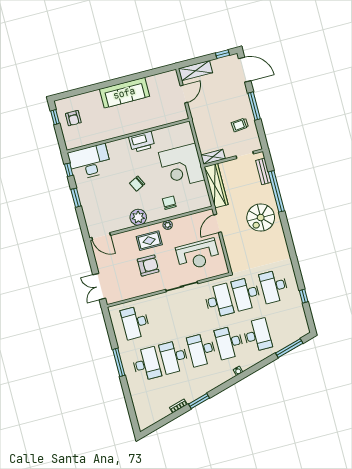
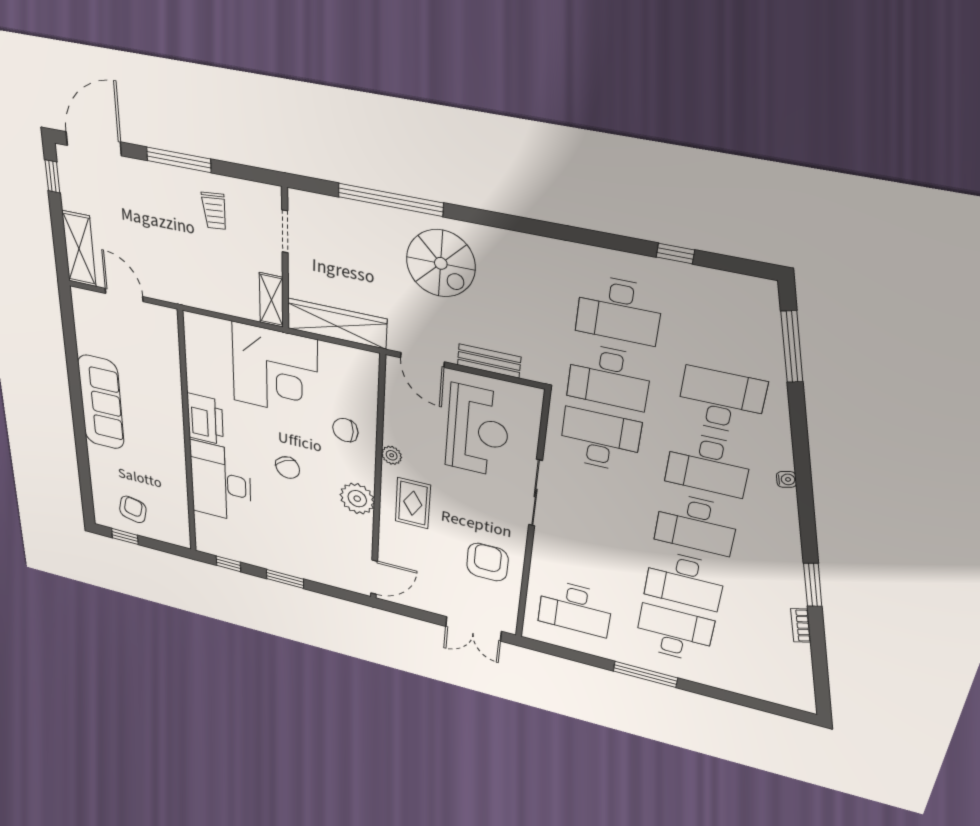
armchair: (73, 118) -> (133, 509), turned -78
desk: (90, 162) -> (221, 482), moved
bench: (263, 171) -> (489, 361), moved
armchair: (148, 266) -> (487, 562), moved

